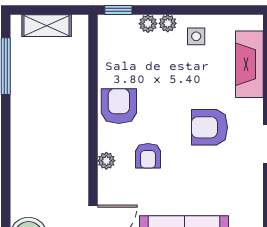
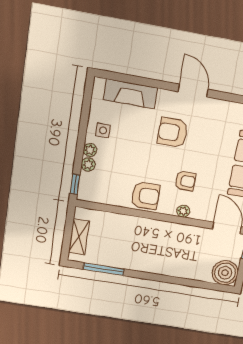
armchair: (119, 106) -> (145, 196), turned 180
armchair: (209, 127) -> (173, 132), turned 90

